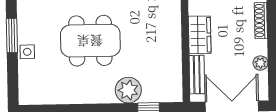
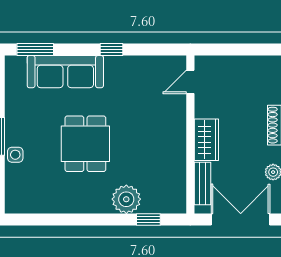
dining table: (90, 41) -> (85, 144), width x0.73

